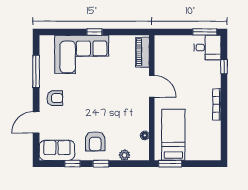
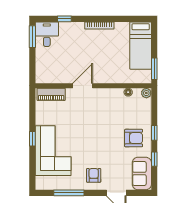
bed: (173, 135) -> (141, 46), moved, turned -90
plant: (124, 155) -> (146, 93), moved

